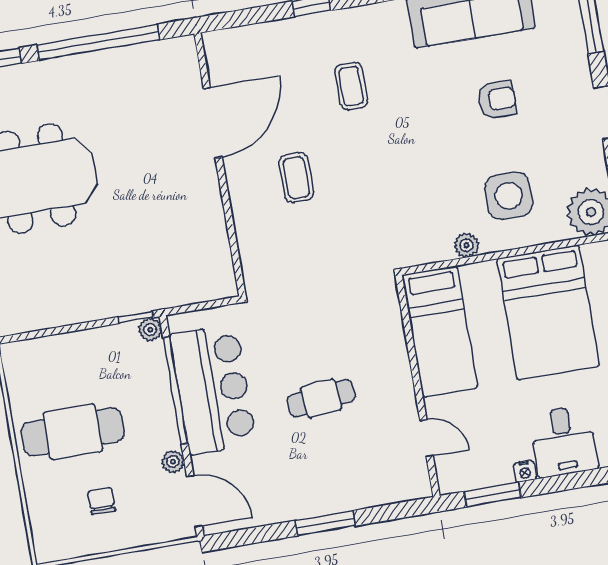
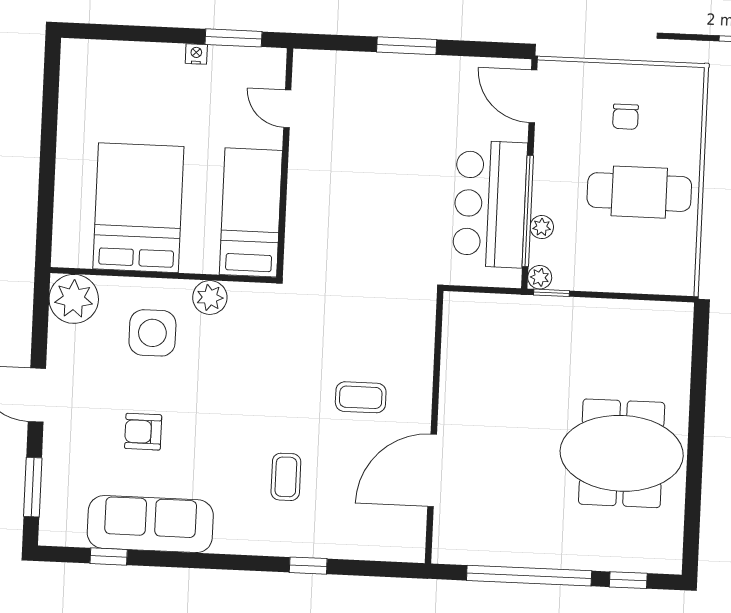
coffee table: (296, 178) -> (361, 397), turned 90
plant: (466, 245) -> (210, 297), width x1.38, depth x1.38
cafe table: (321, 398) -> (384, 171), removed
desk: (564, 441) -> (151, 76), removed
plant: (173, 462) -> (542, 227), moved

